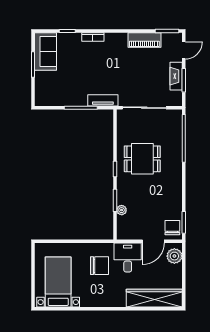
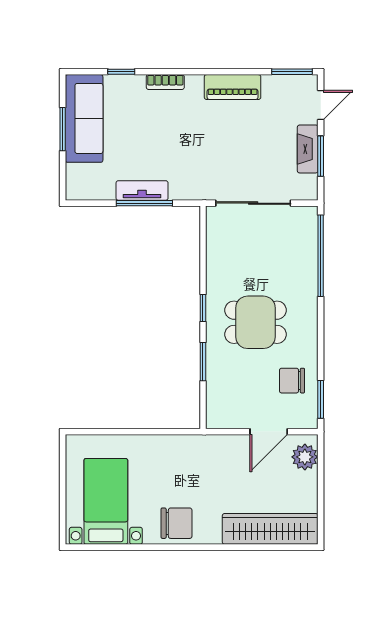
piano: (144, 40) -> (233, 87), moved
sofa: (45, 51) -> (84, 118), width x1.36
tv unit: (103, 100) -> (142, 190), moved
dining table: (142, 159) -> (255, 322), moved
plant: (122, 210) -> (214, 378), removed
chair: (172, 228) -> (292, 381), moved, turned -90
desk: (128, 257) -> (225, 459), removed
chair: (99, 266) -> (176, 523), moved

